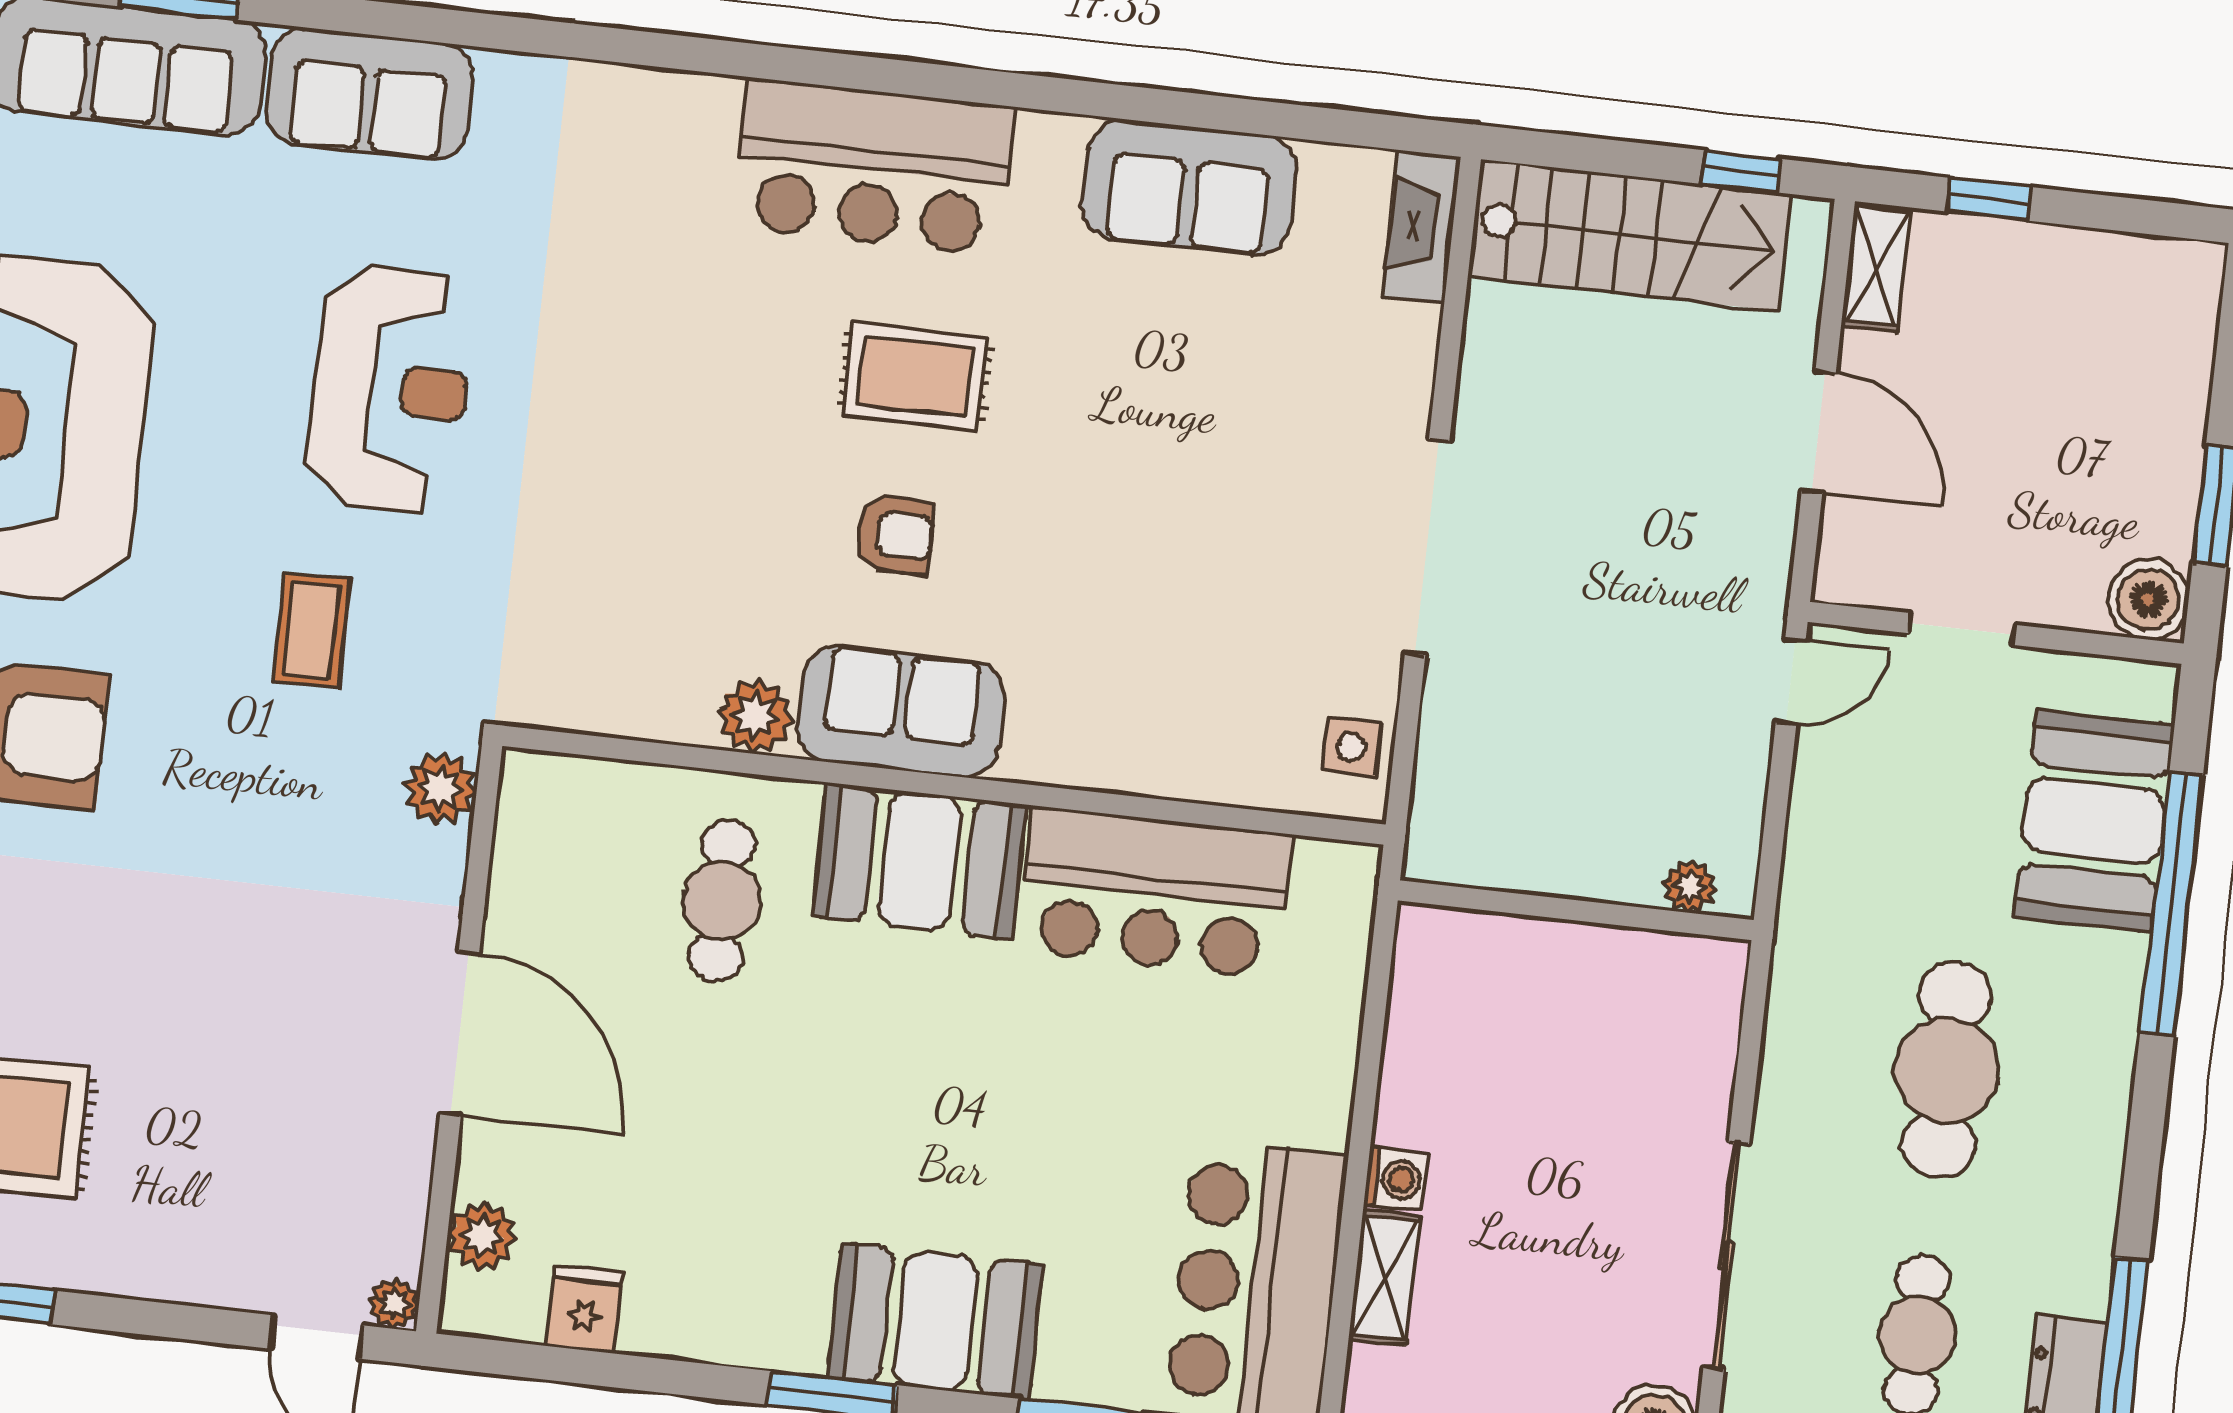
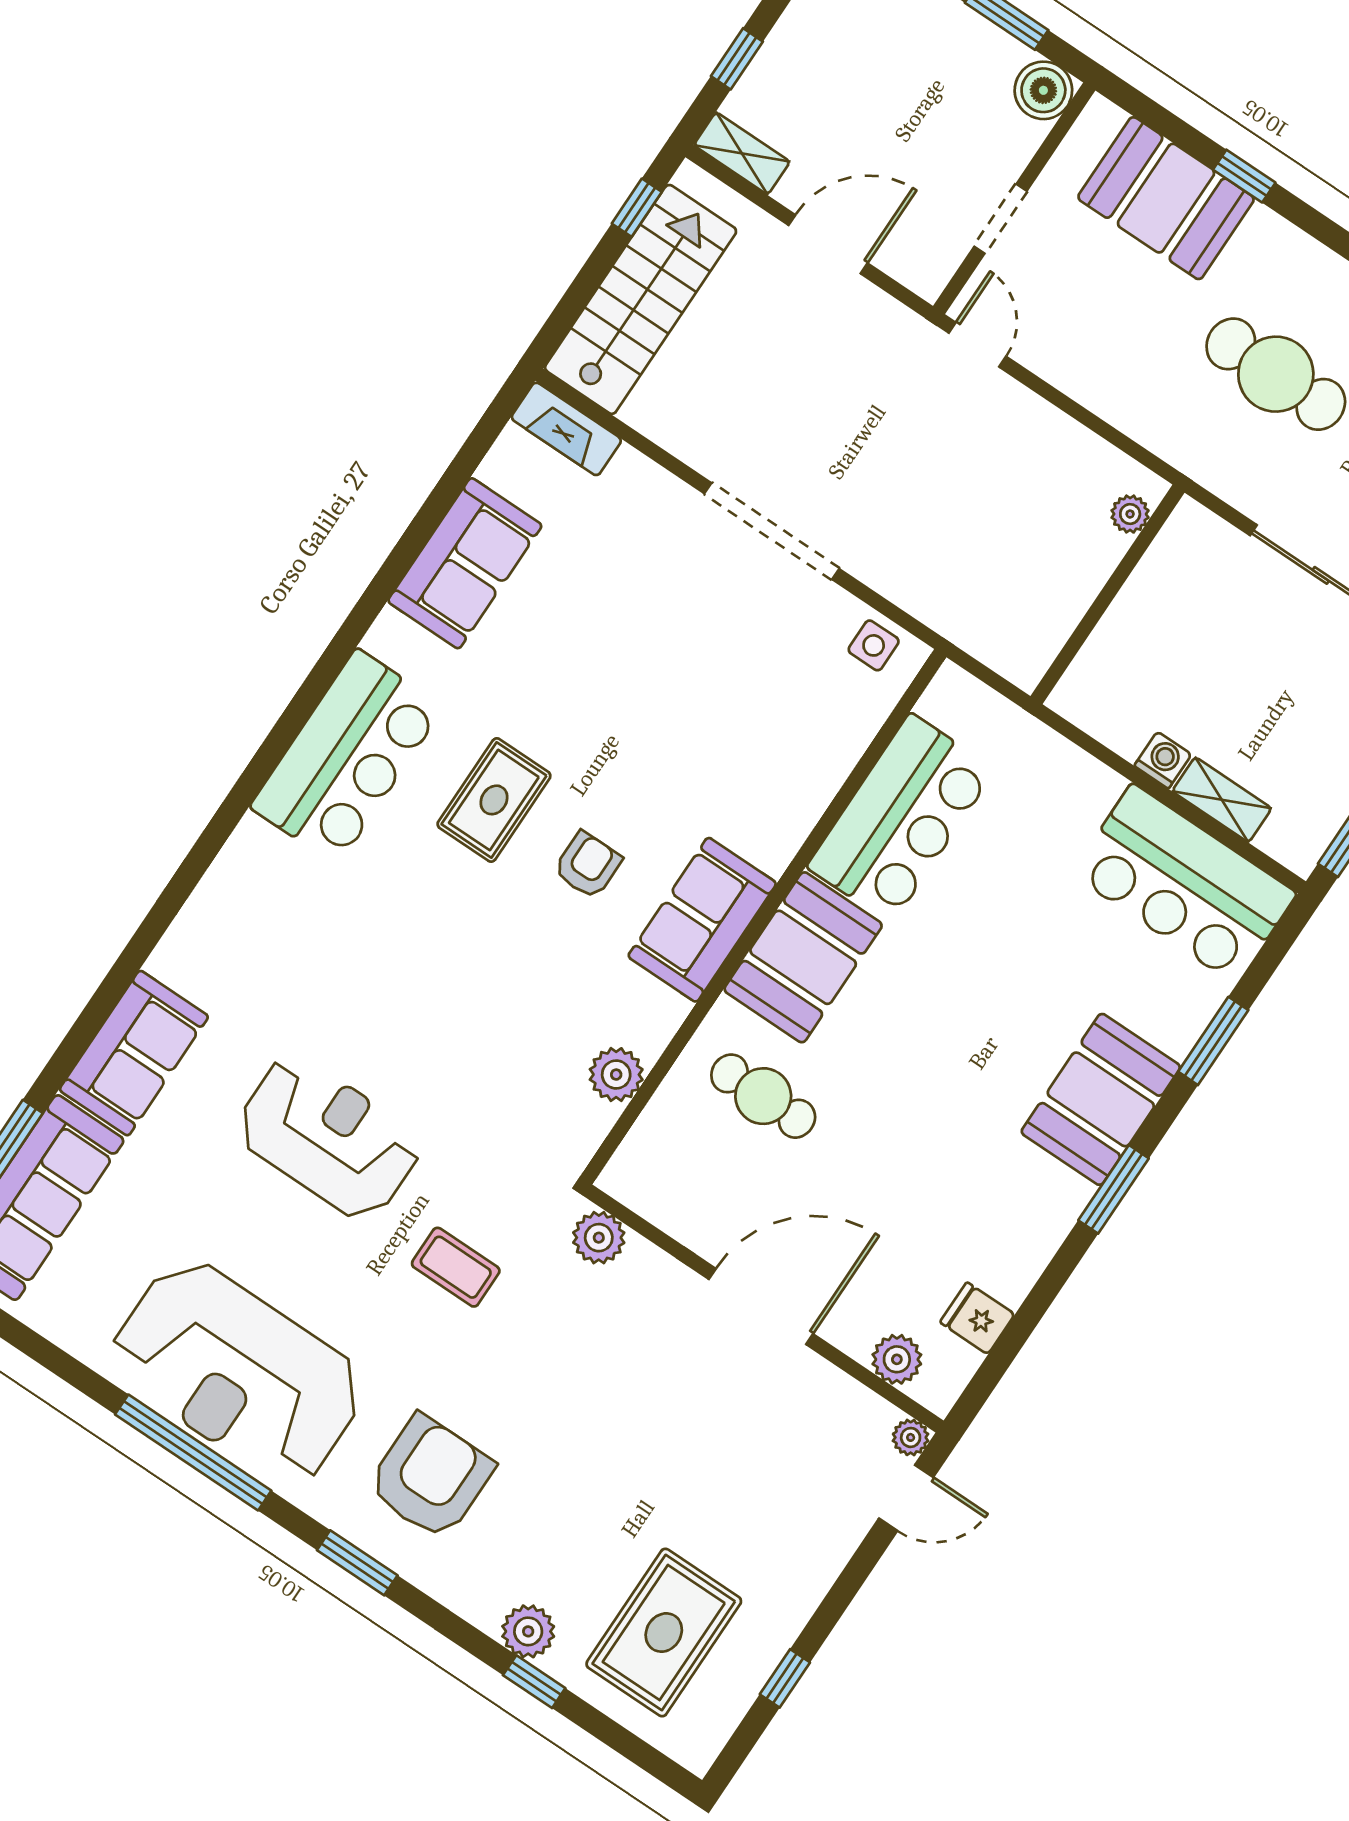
plant: (755, 716) -> (616, 1075), moved
plant: (1690, 886) -> (1130, 514), moved
window: (2172, 903) -> (1244, 176), width x0.32
wall: (1576, 910) -> (1107, 594), moved

